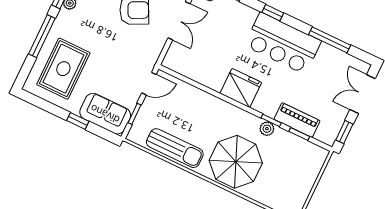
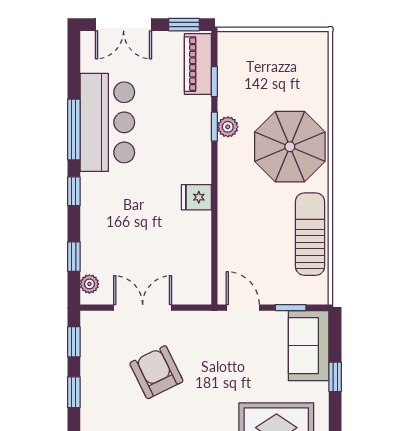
window: (330, 40) -> (74, 130), moved
bar counter: (283, 43) -> (107, 122), moved
fridge: (241, 88) -> (196, 197), width x0.53, depth x0.75
piano: (297, 120) -> (198, 64), moved

